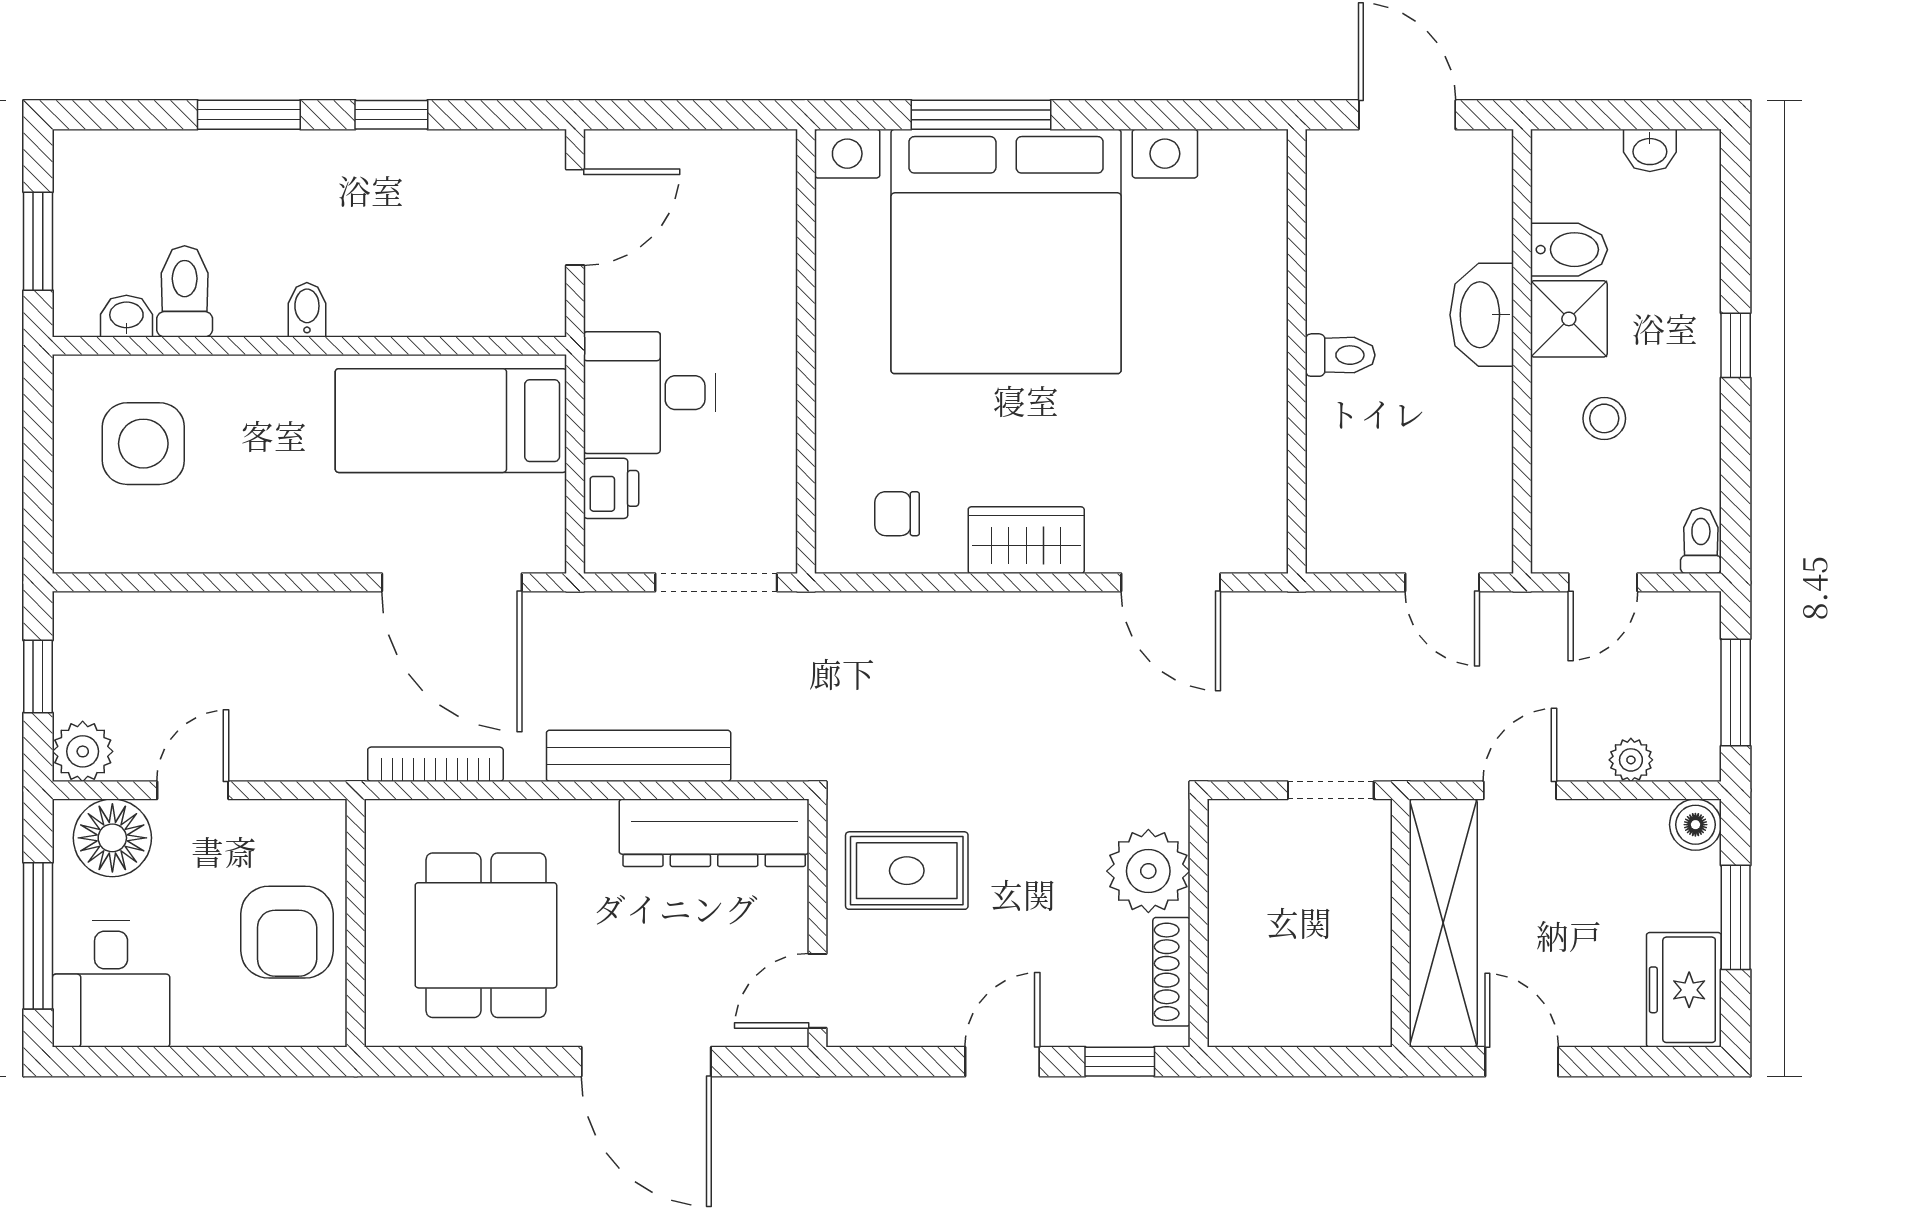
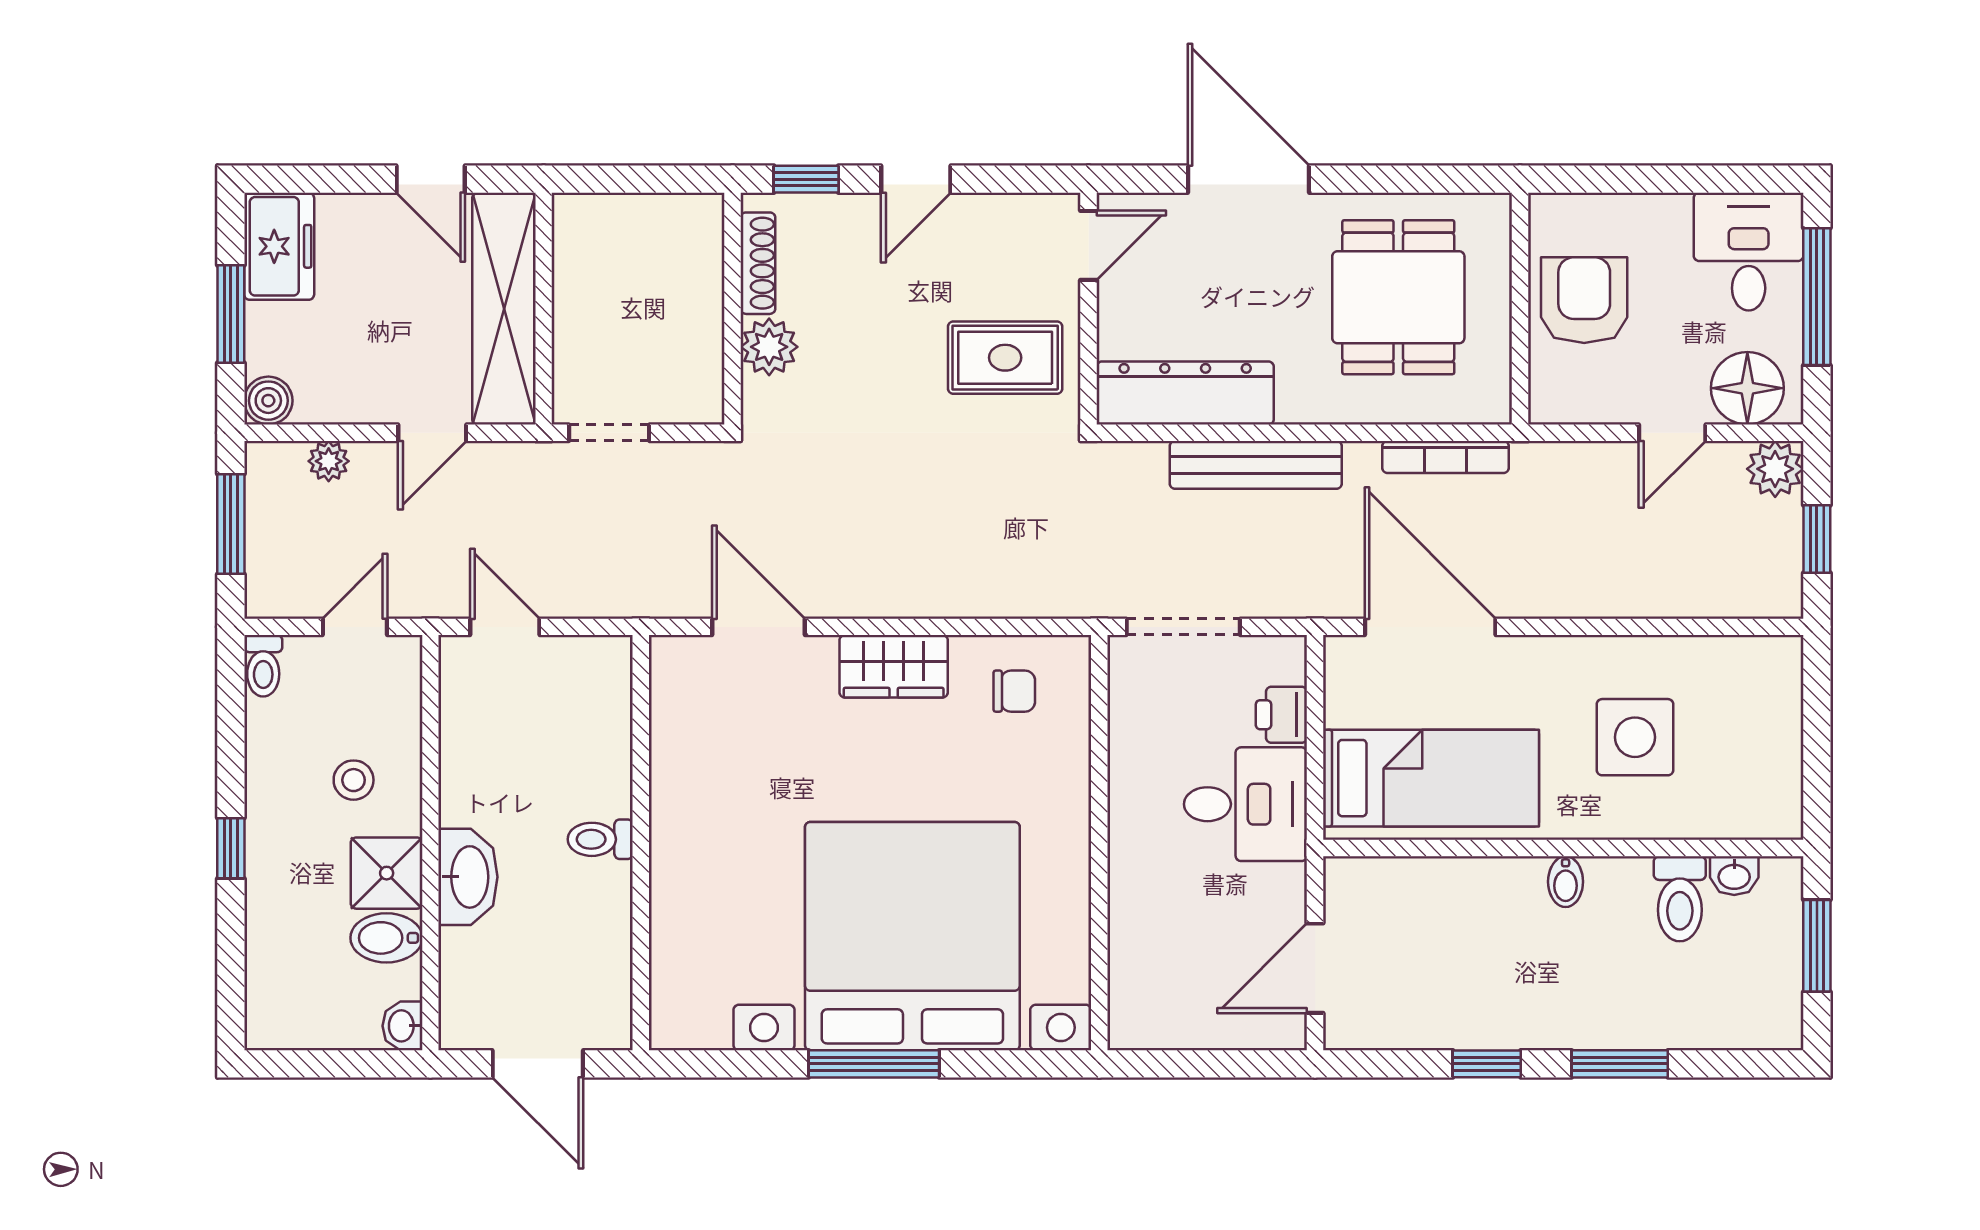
window: (981, 115) -> (874, 1064), moved
washbasin: (1650, 150) -> (402, 1026), moved, turned -90
side table: (143, 444) -> (1635, 737), moved
plant: (1148, 871) -> (769, 347), width x0.73, depth x0.73

